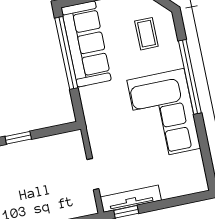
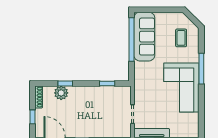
window: (190, 77) -> (201, 69), width x0.68
window: (18, 138) -> (107, 84), moved

